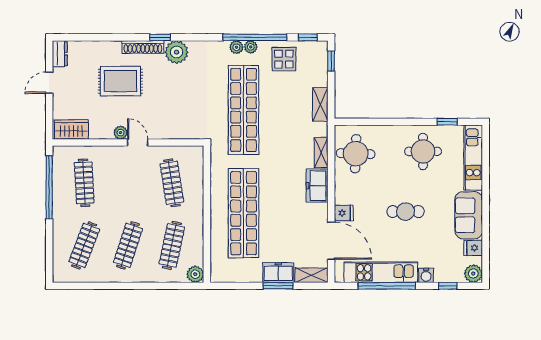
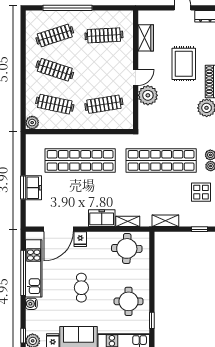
wardrobe: (71, 130) -> (146, 38), moved
plant: (121, 133) -> (148, 95), moved, width x1.88, depth x1.88
window: (49, 187) -> (67, 8), moved
clothes rail: (84, 245) -> (55, 35), turned -39
shelving: (311, 275) -> (31, 214), removed
window: (448, 286) -> (23, 336), moved

